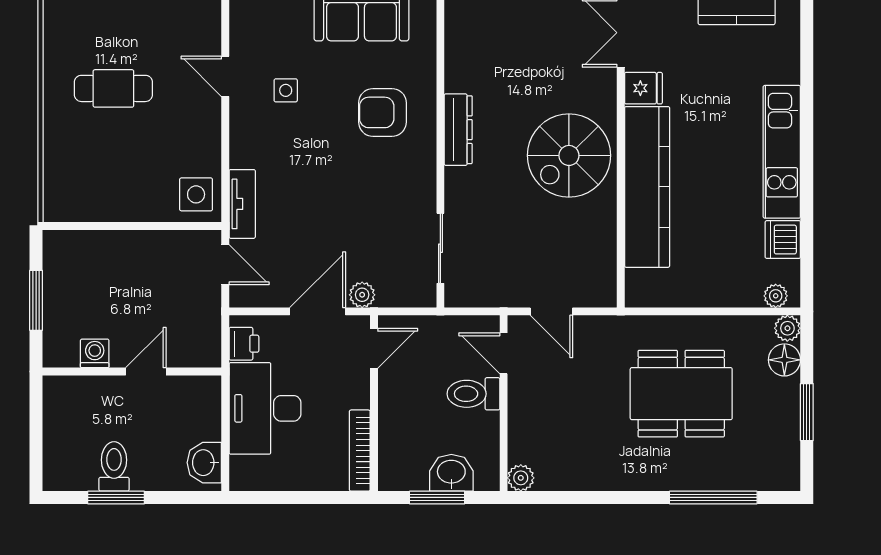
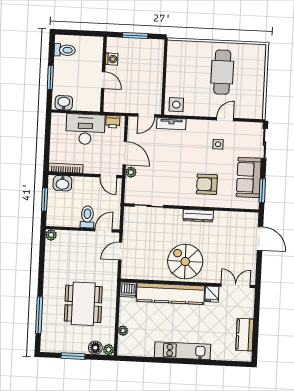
cafe table: (113, 88) -> (222, 72), width x1.37, depth x1.35
armchair: (382, 112) -> (207, 184), turned -90
dishwasher: (783, 240) -> (128, 290), moved, turned 180
plant: (776, 296) -> (123, 331), moved
toilet: (114, 466) -> (65, 50), moved
washbasin: (451, 473) -> (62, 183), moved, turned 90
window: (116, 497) -> (50, 77), moved

